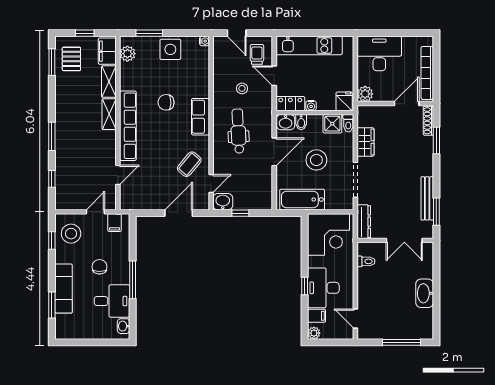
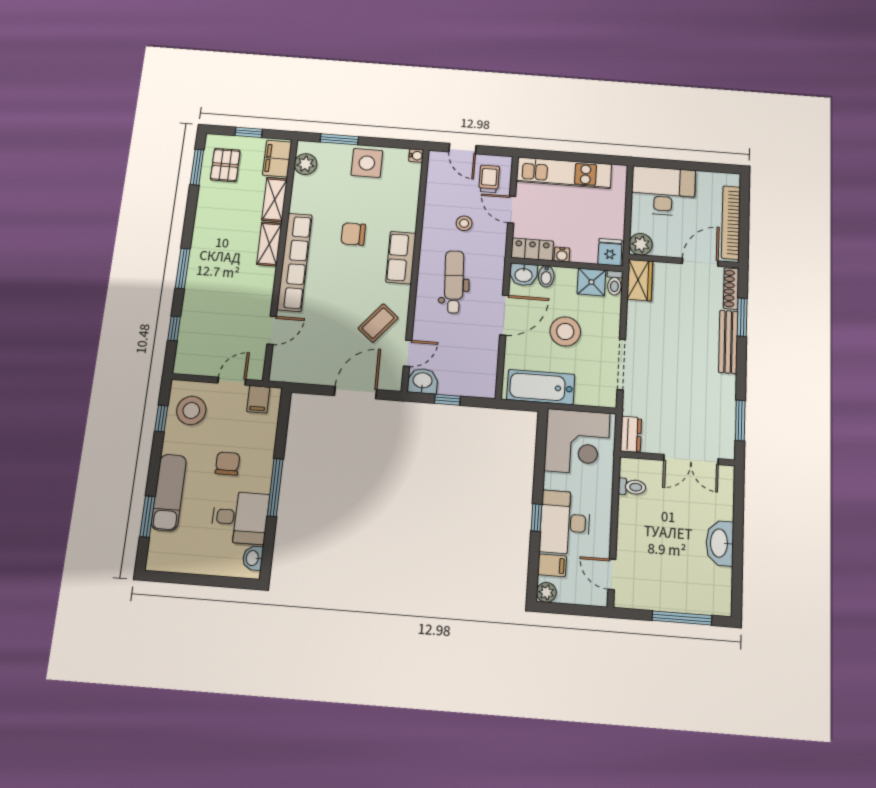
wardrobe: (366, 142) -> (640, 280), moved
bench: (427, 198) -> (728, 342), moved
dresser: (364, 222) -> (631, 434), width x0.70

